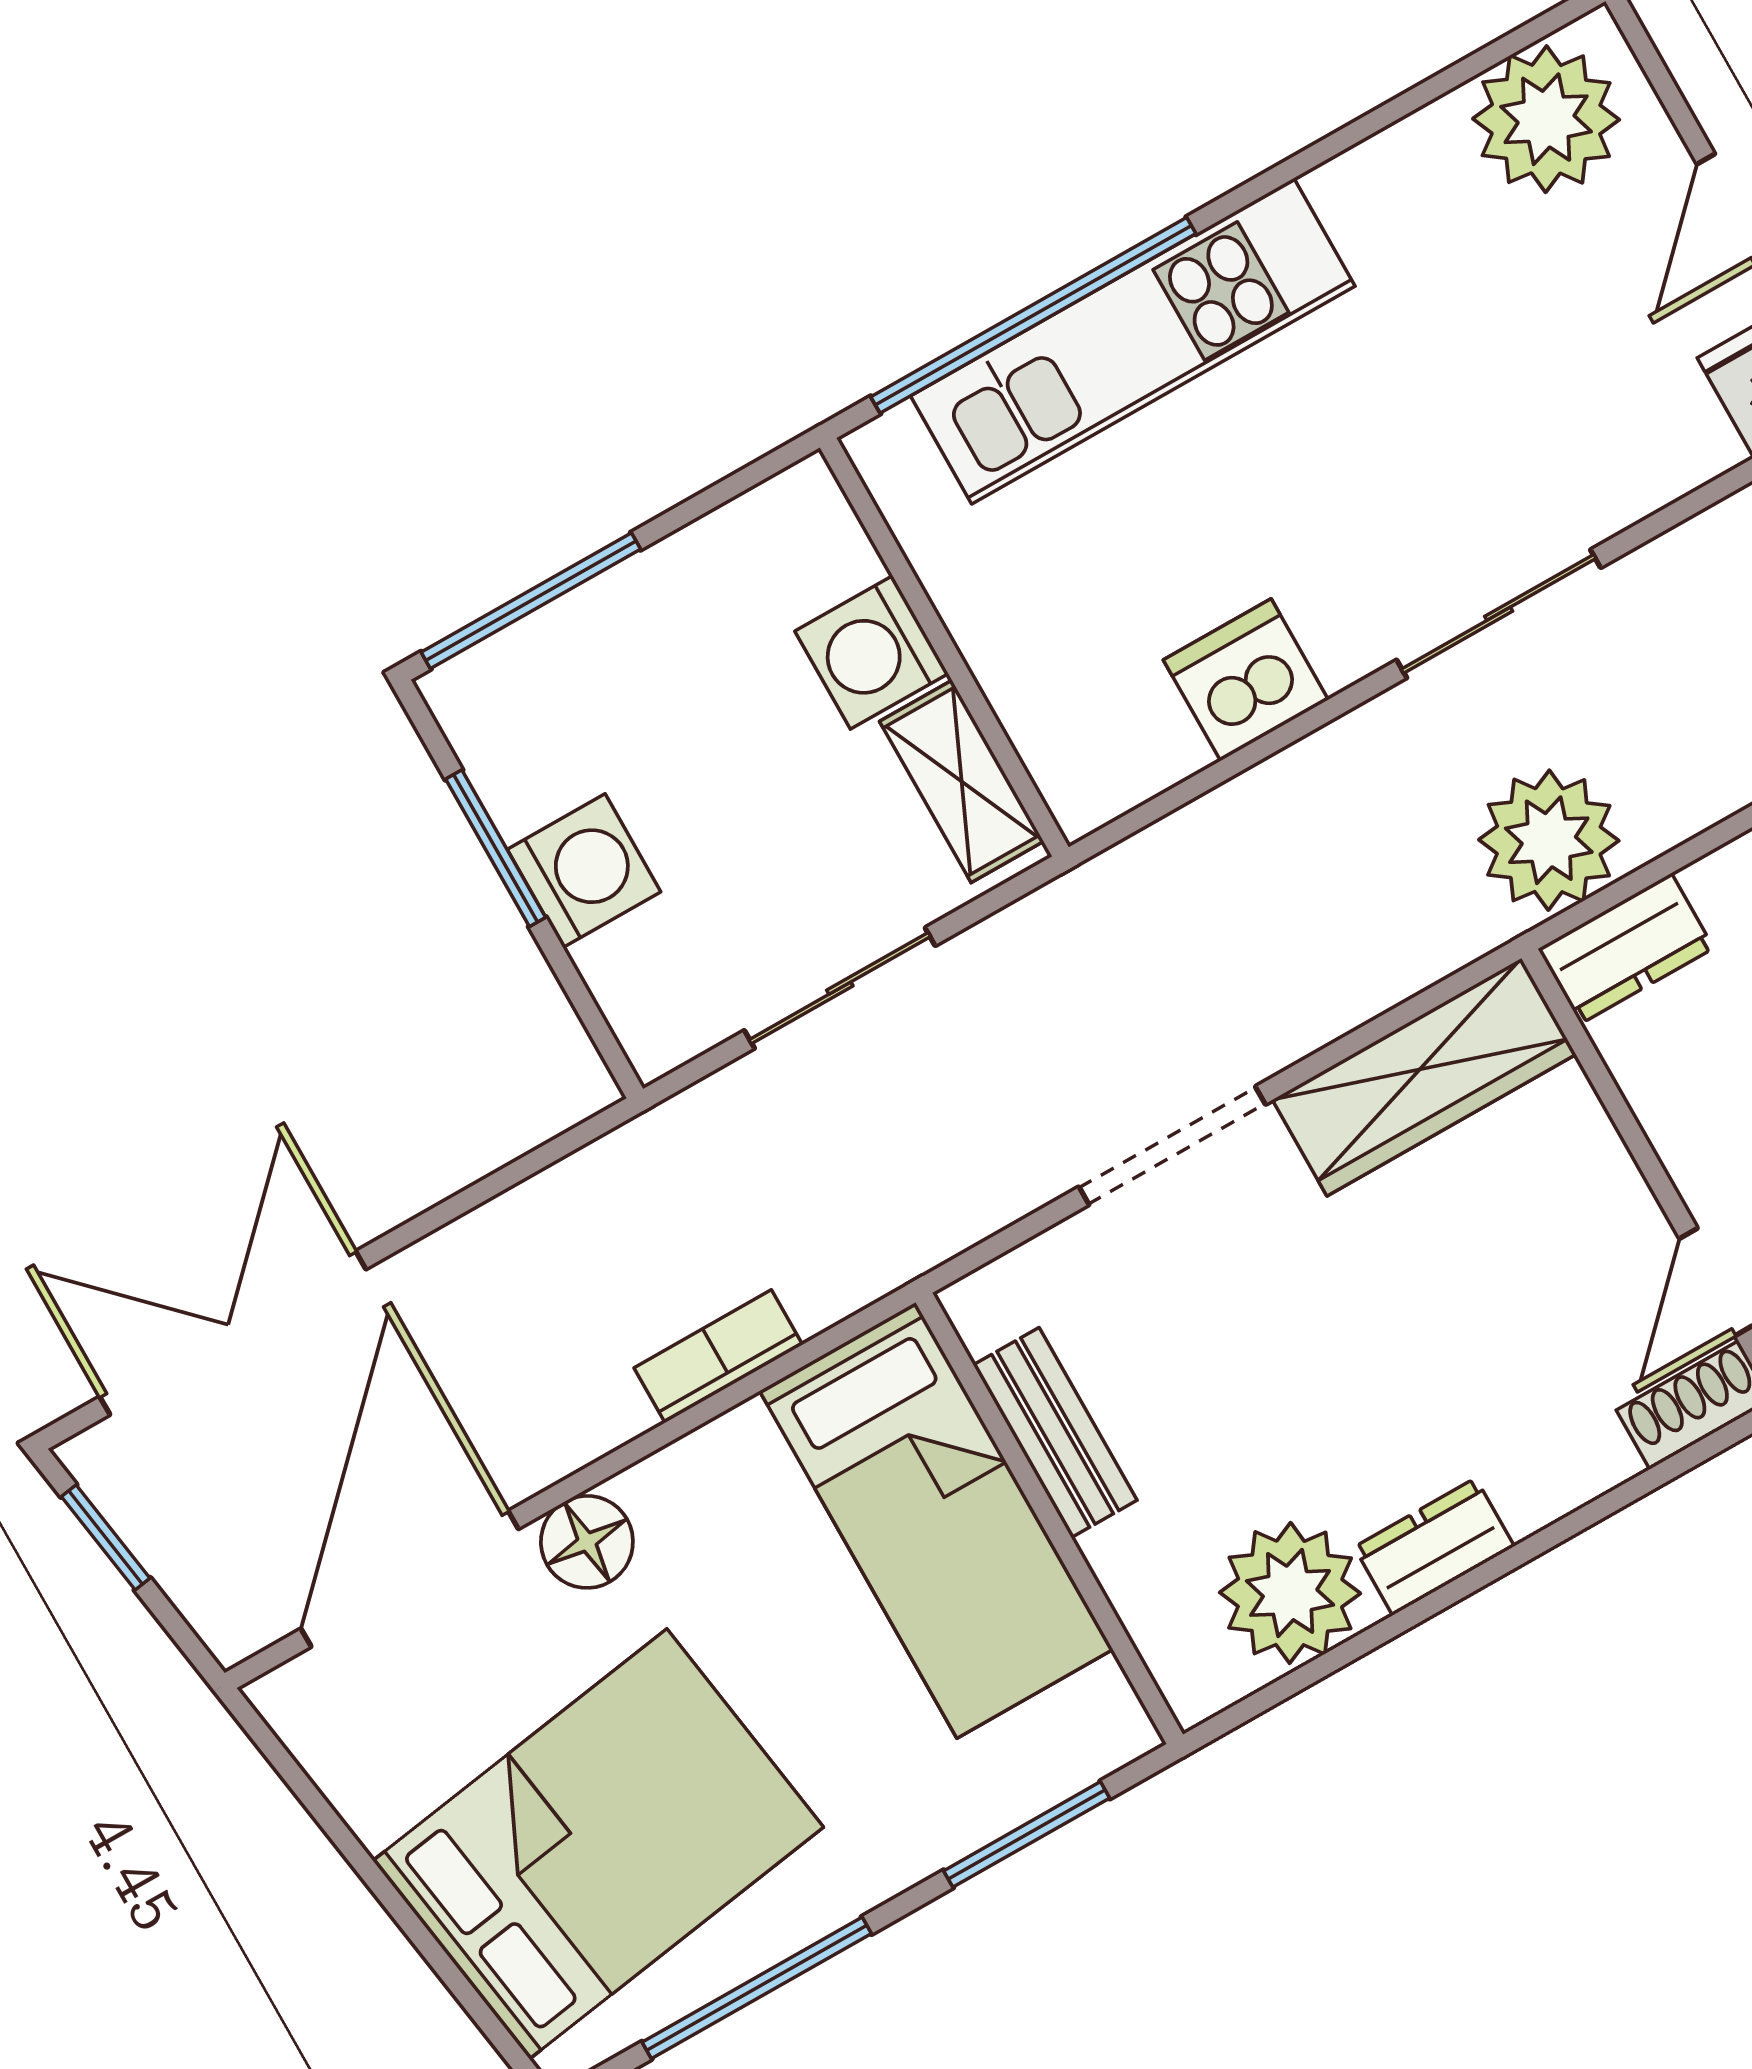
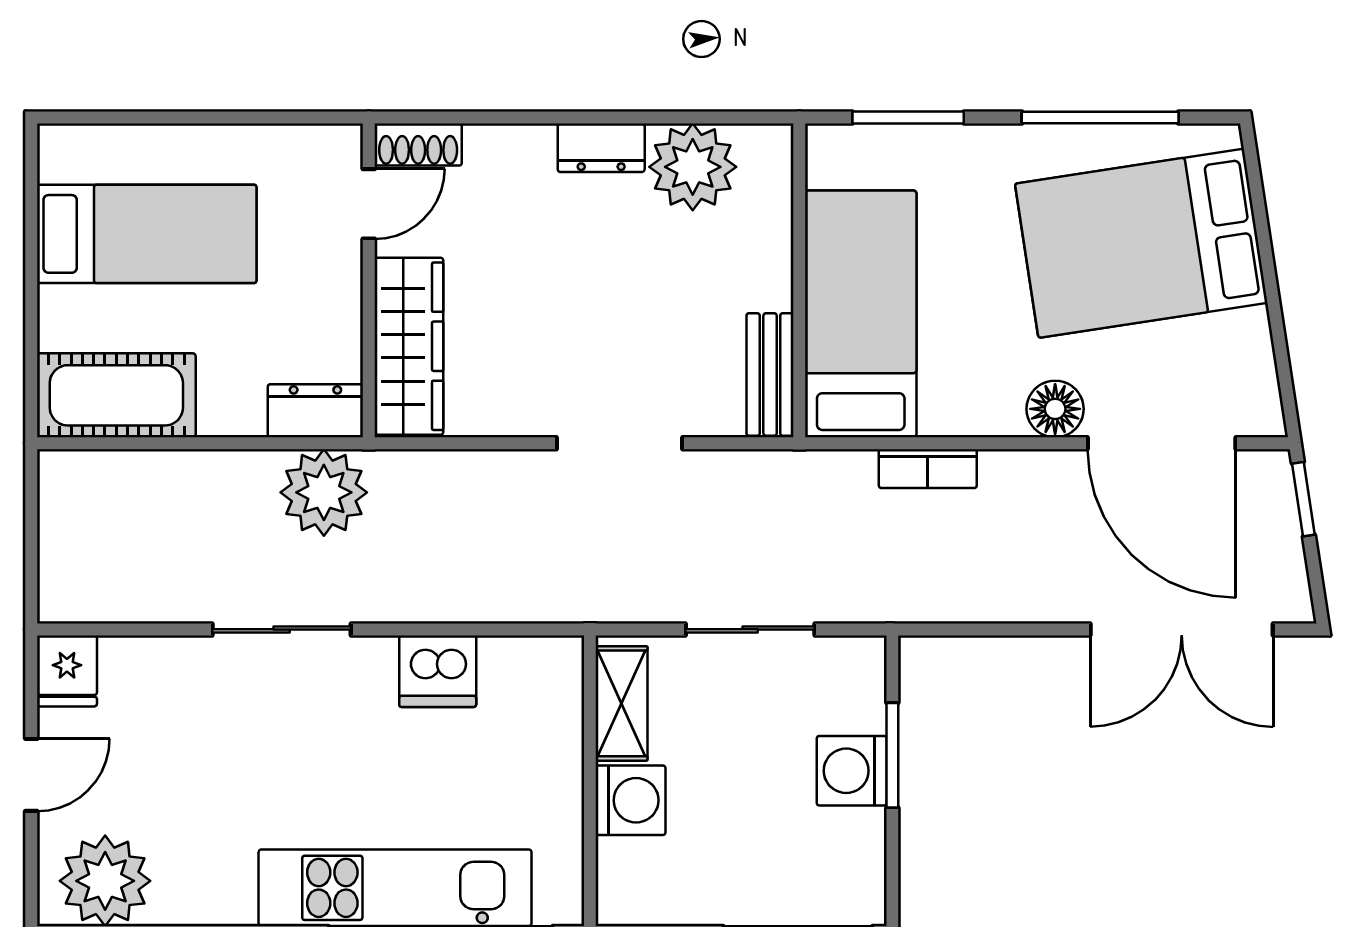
window: (496, 848) -> (892, 755), moved
wardrobe: (1424, 1077) -> (409, 346), moved, turned 90
bench: (1055, 1433) -> (770, 374), moved
window: (106, 1537) -> (1303, 499), moved
door: (410, 1579) -> (1162, 443), hinge flipped

